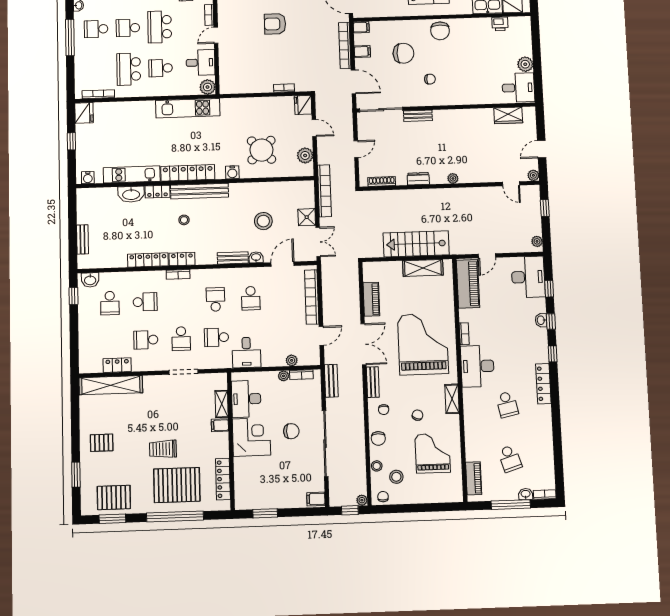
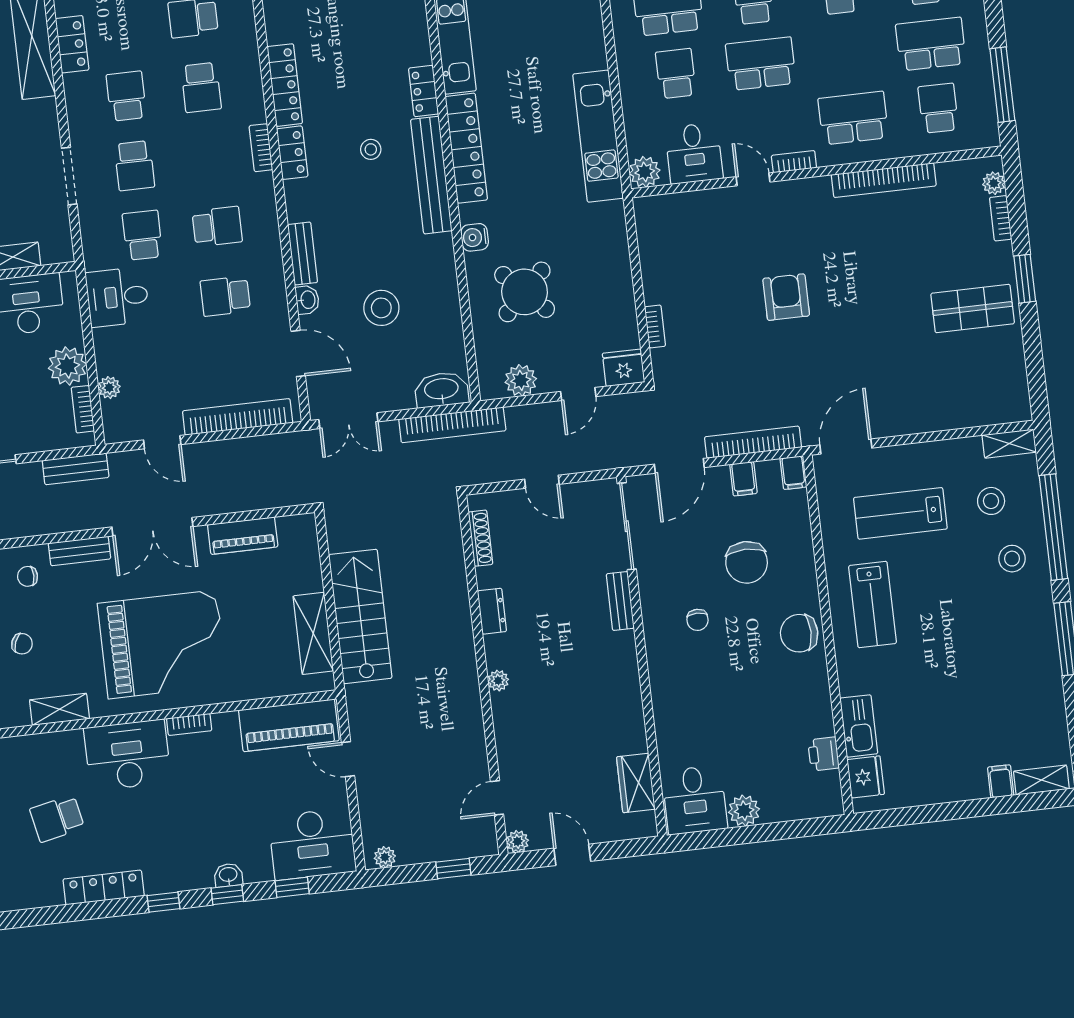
washbasin: (131, 194) -> (441, 390), moved, turned 90
shower: (307, 217) -> (396, 394), removed
school desk: (181, 339) -> (134, 166), turned -90
plant: (283, 376) -> (67, 366), width x1.88, depth x1.88

